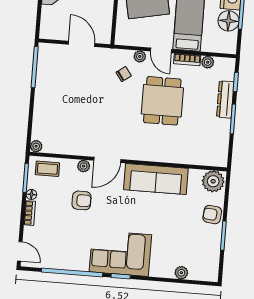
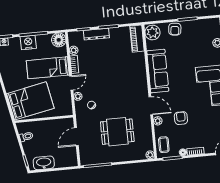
floor lamp: (228, 21) -> (59, 40), moved
dining table: (162, 101) -> (117, 132), moved
piano: (208, 157) -> (137, 39), added

